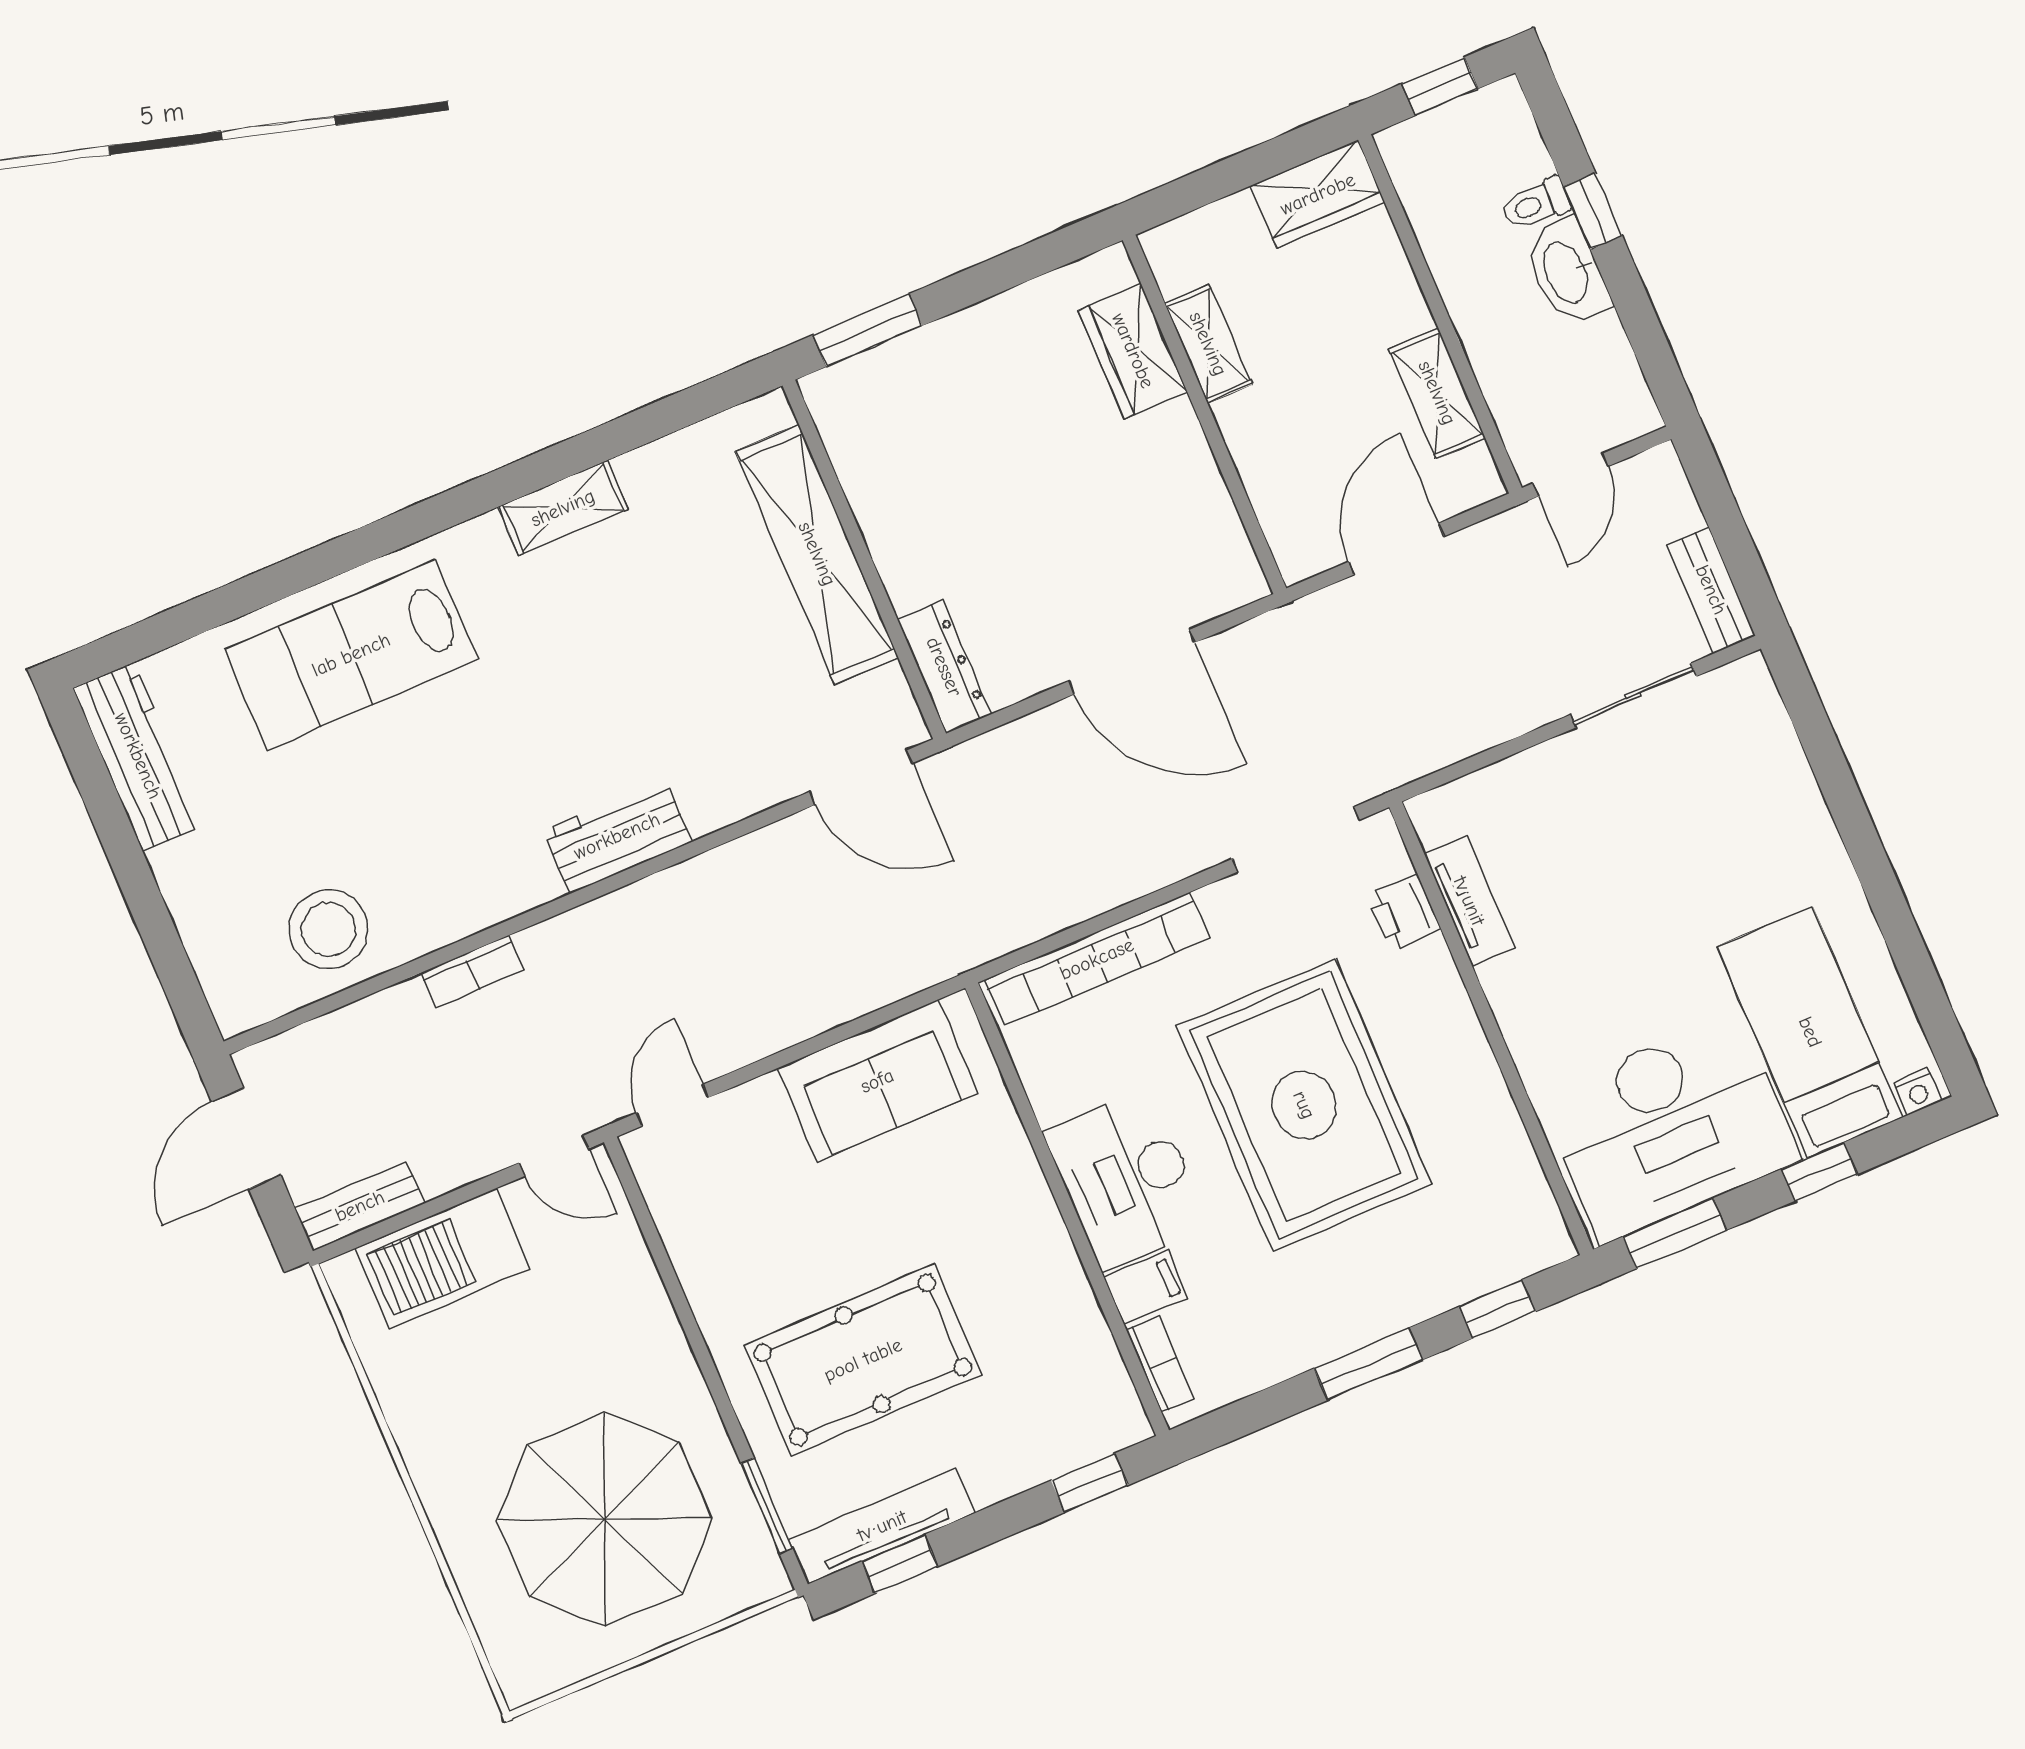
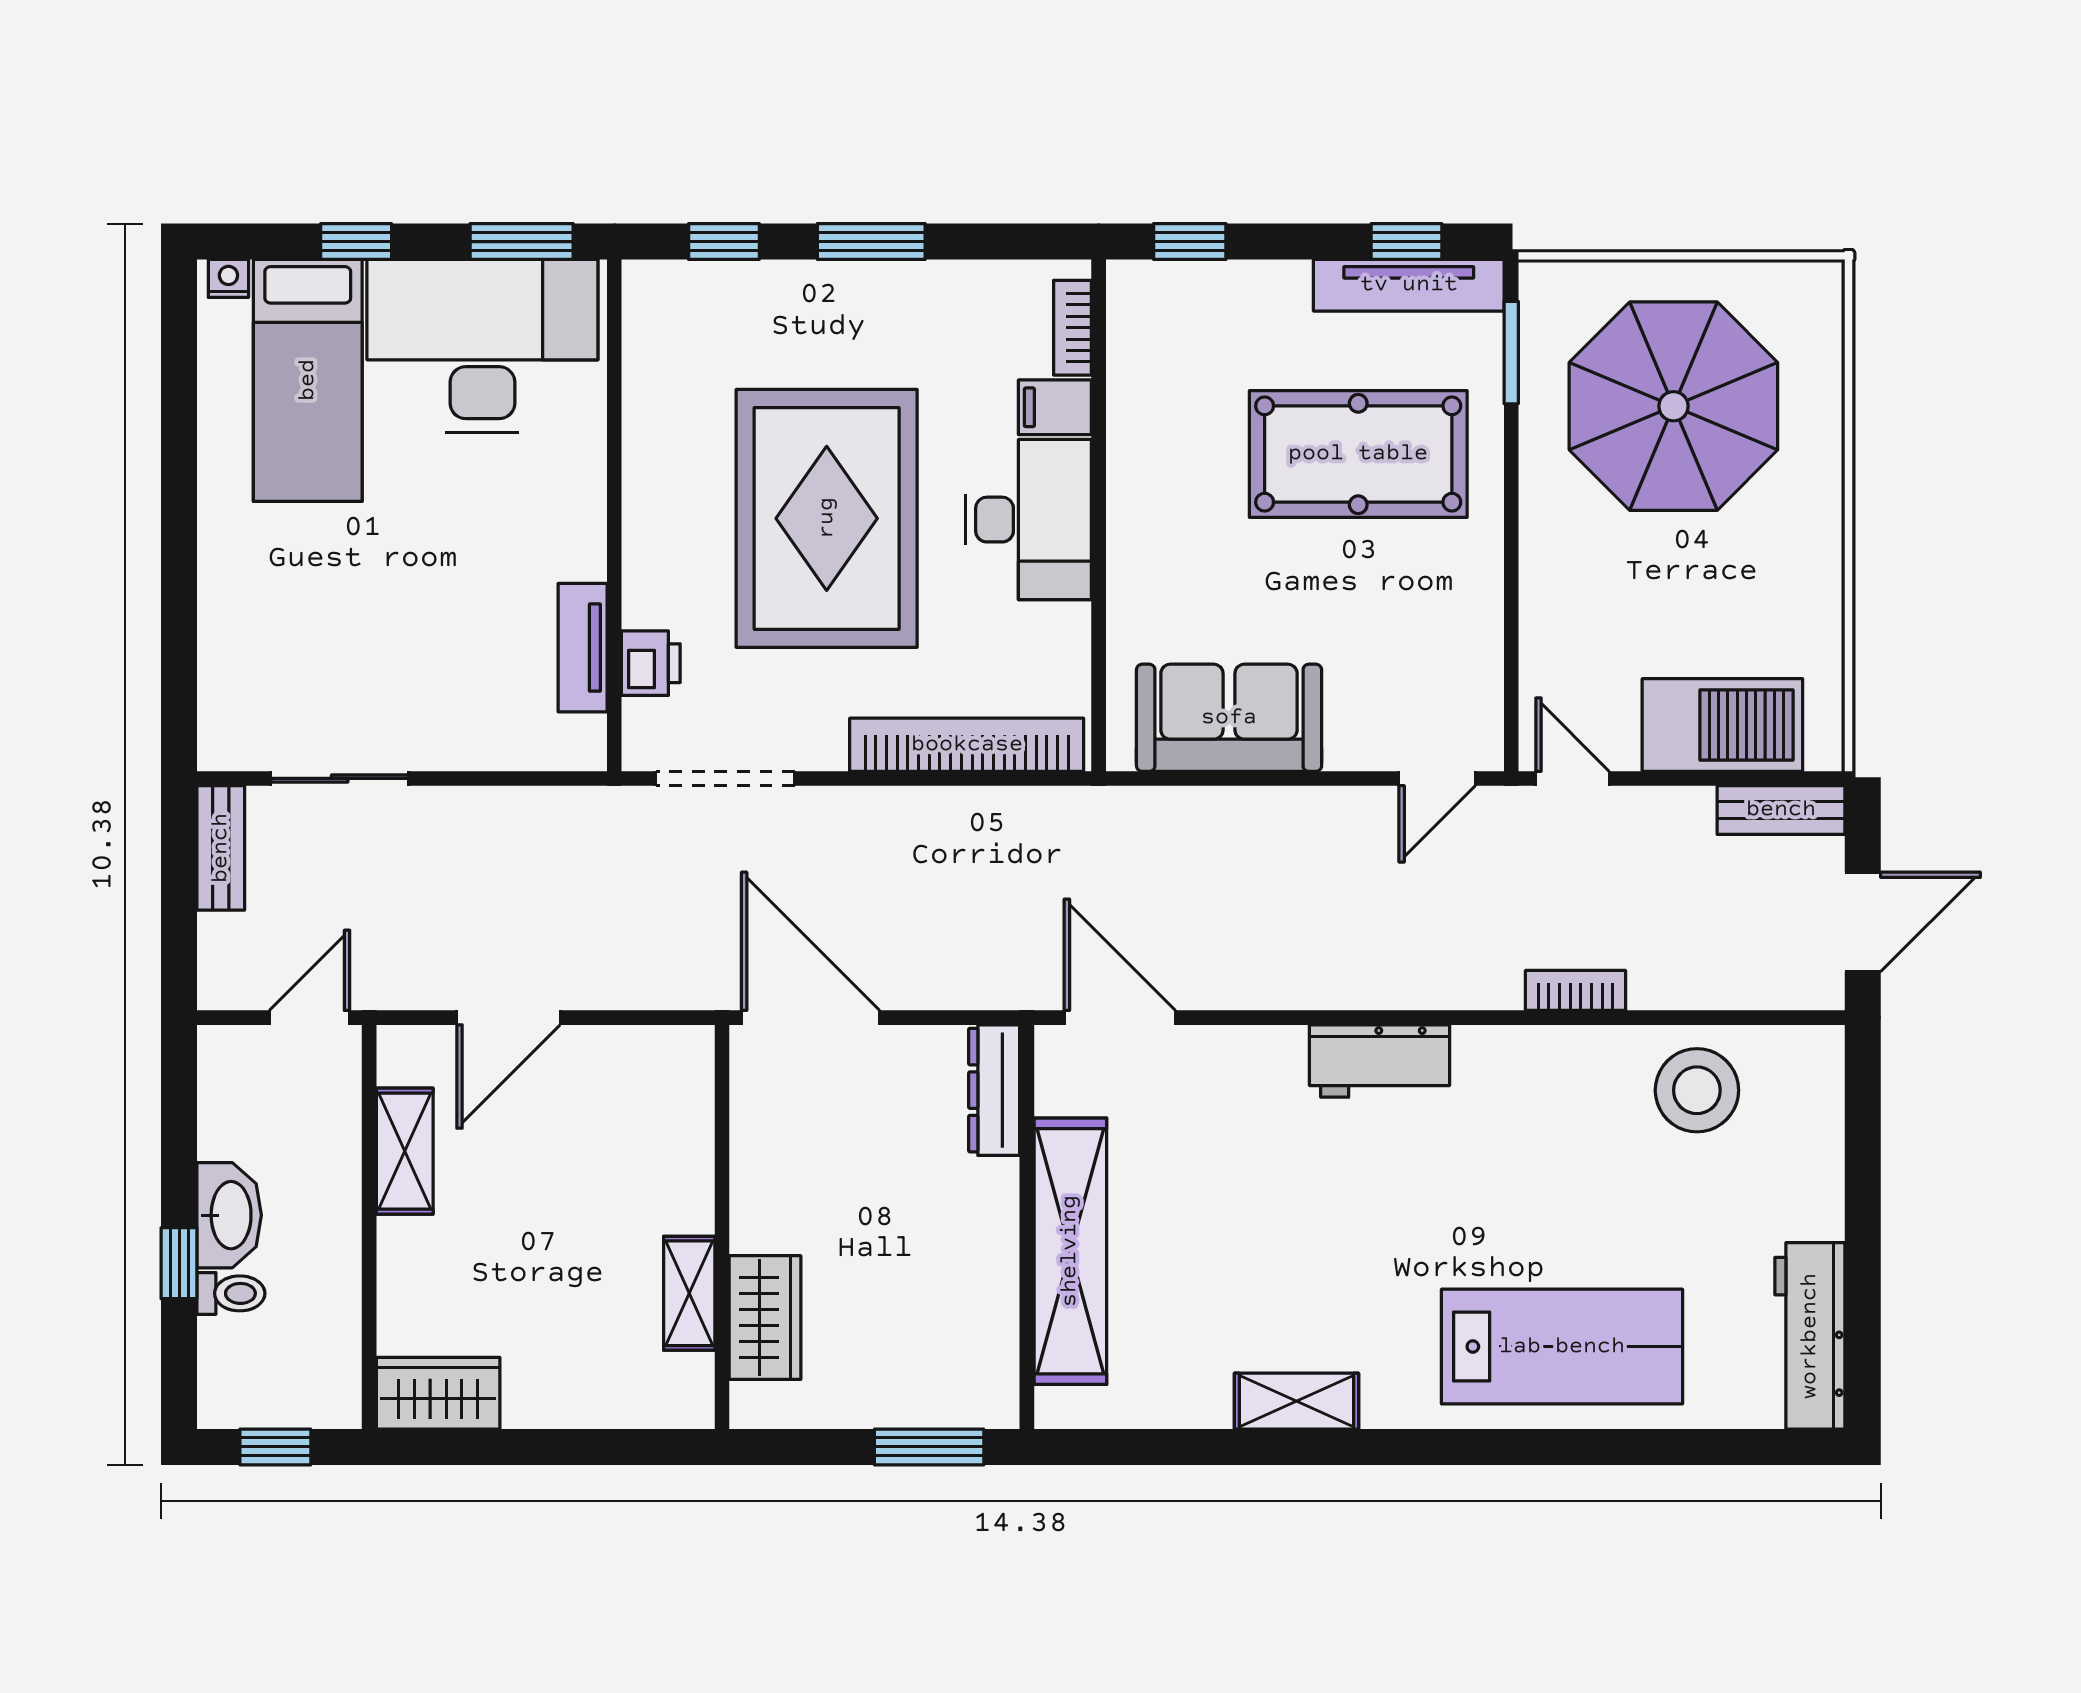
shelving: (1208, 344) -> (689, 1293), moved
wardrobe: (1133, 351) -> (765, 1318), moved
wall: (1204, 414) -> (722, 1227), moved

